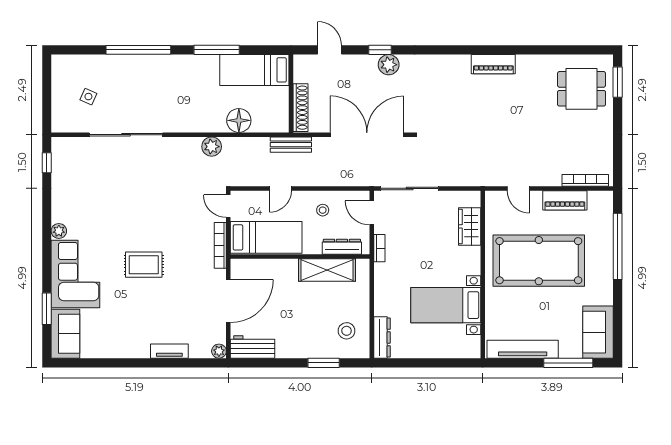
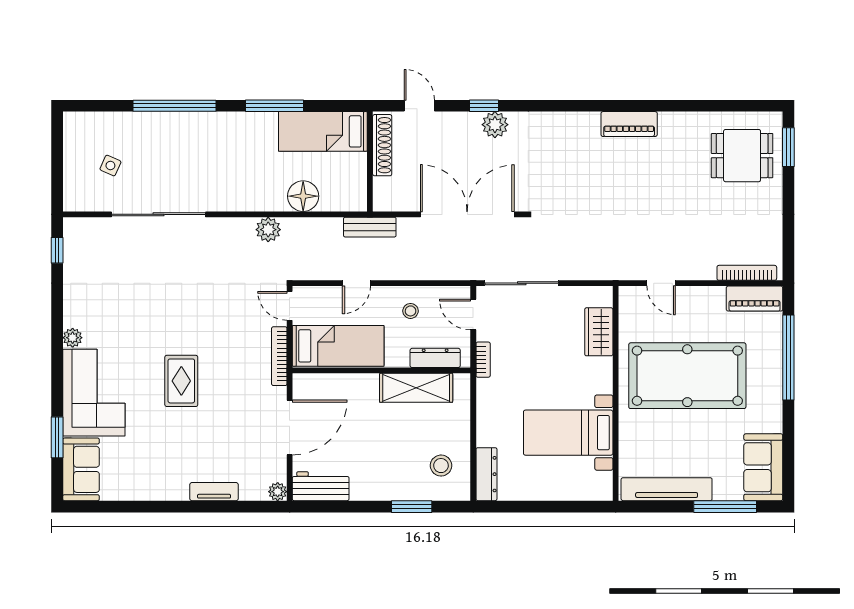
shoe rack: (301, 108) -> (382, 145), moved
piano: (565, 200) -> (755, 299), moved
rug: (144, 265) -> (181, 381), turned 90

